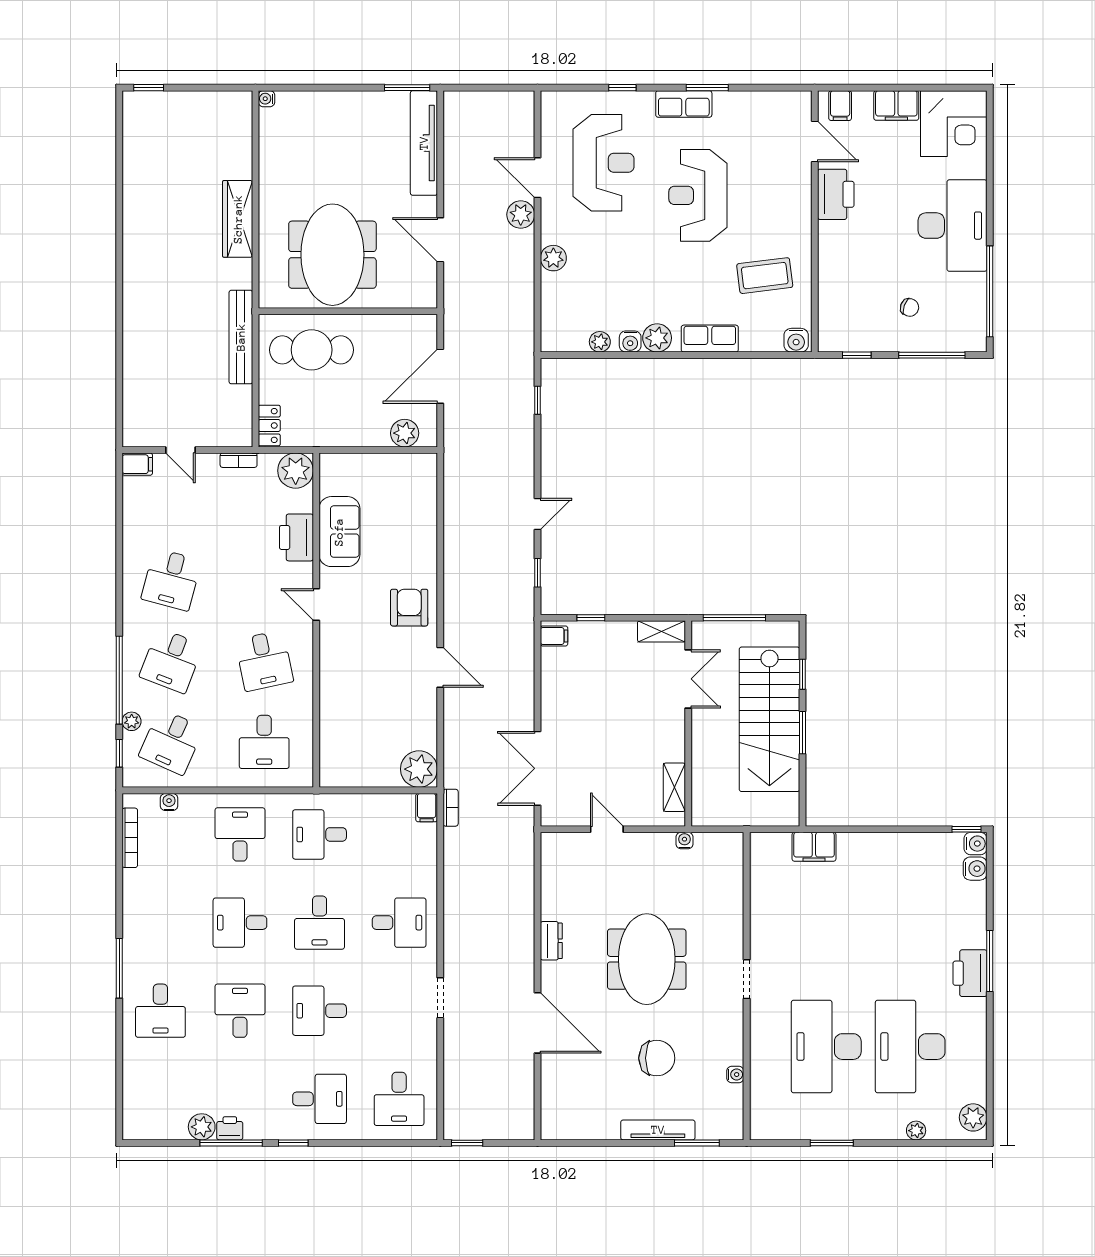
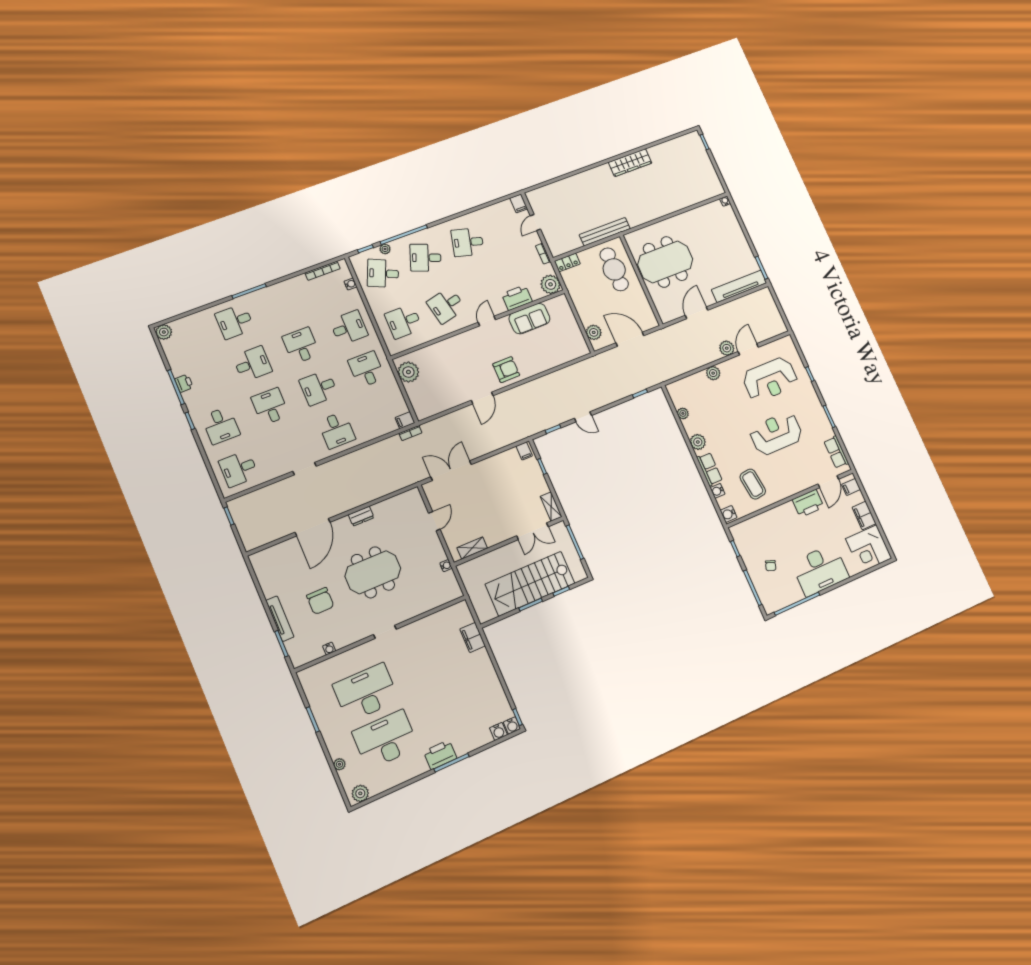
row of seats: (684, 104) -> (836, 452), moved
wardrobe: (238, 219) -> (630, 163), moved, turned 180
water cooler: (630, 341) -> (717, 491), moved
plant: (419, 769) -> (408, 372), moved
plant: (202, 1127) -> (164, 332), moved

